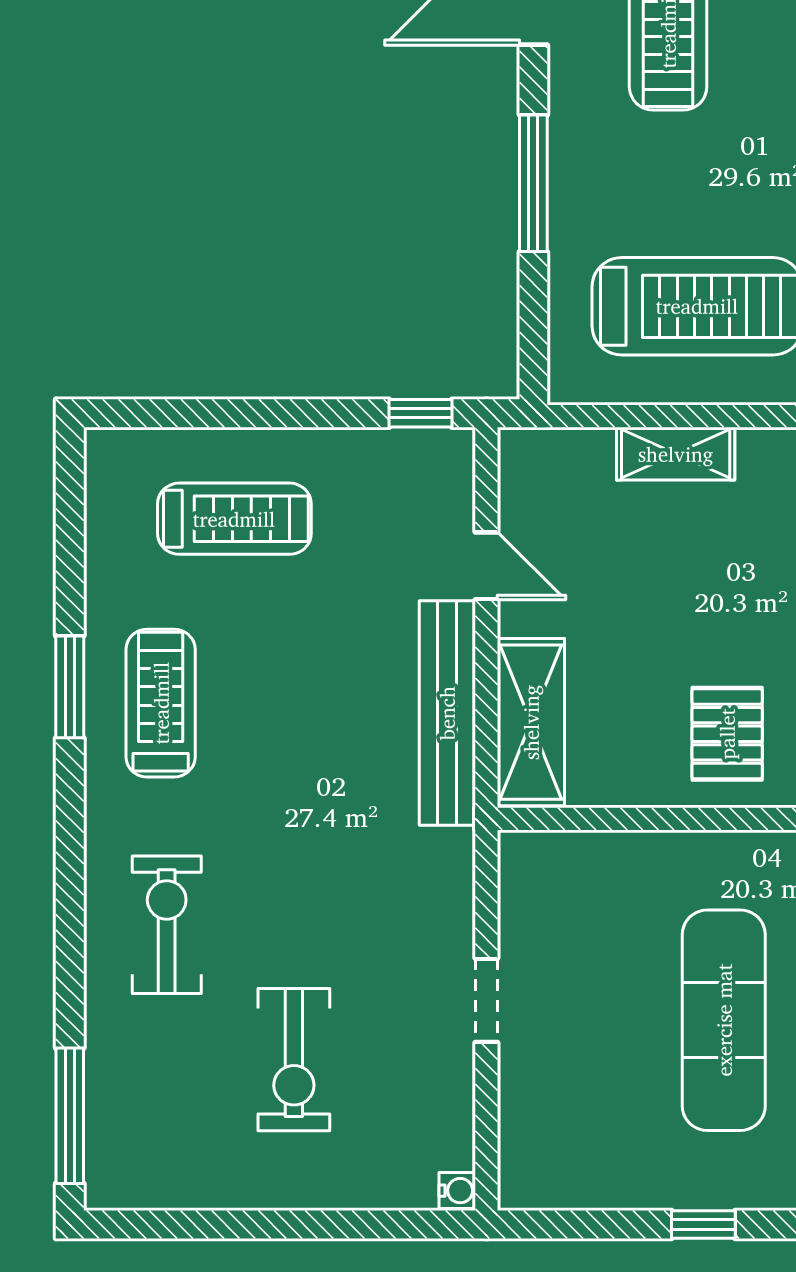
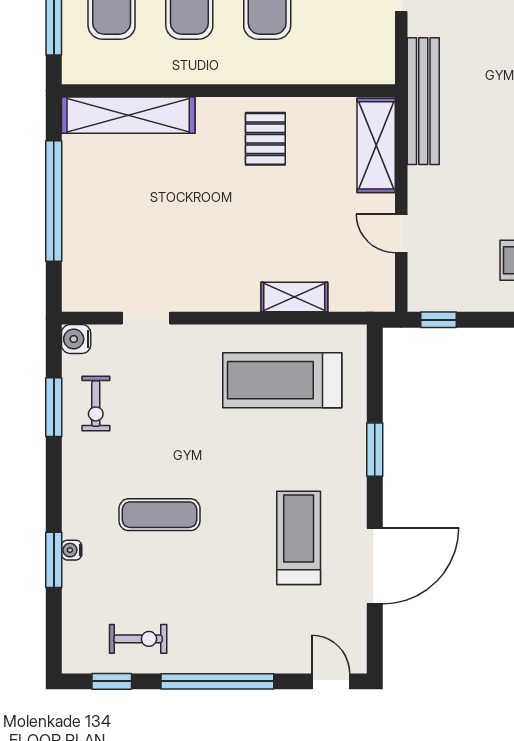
window: (533, 183) -> (375, 450), width x0.69
bench: (447, 713) -> (423, 101), moved

